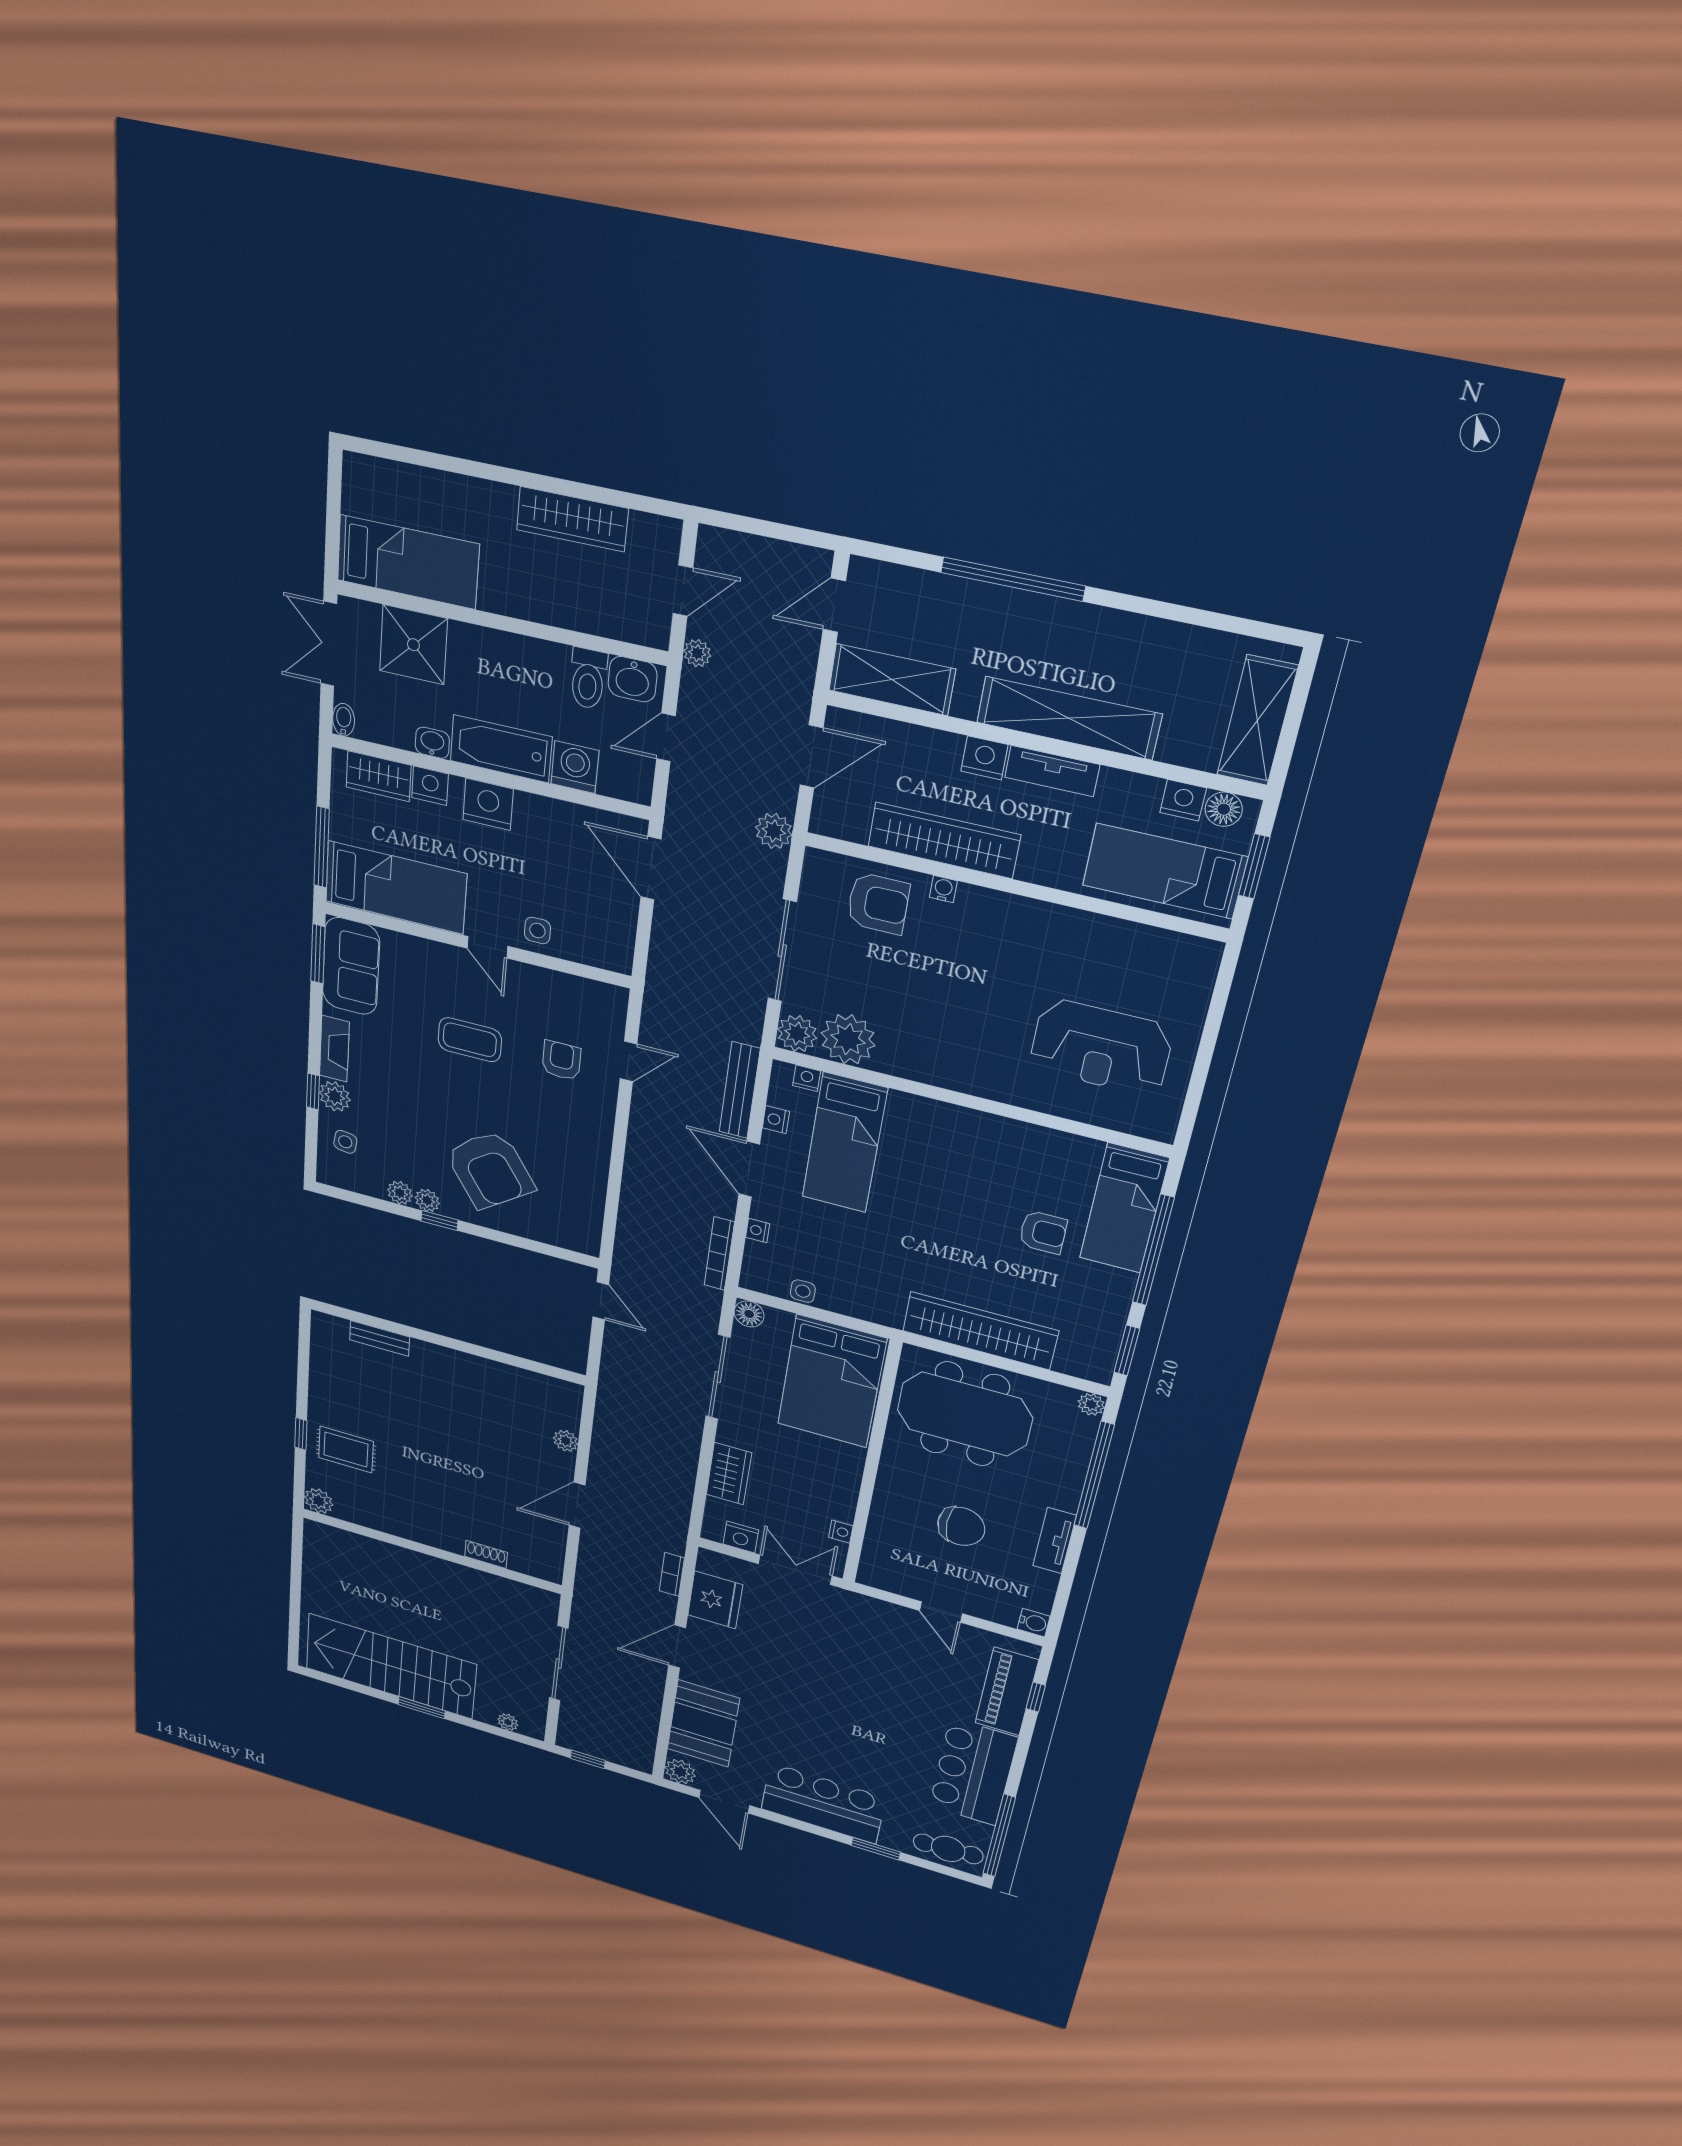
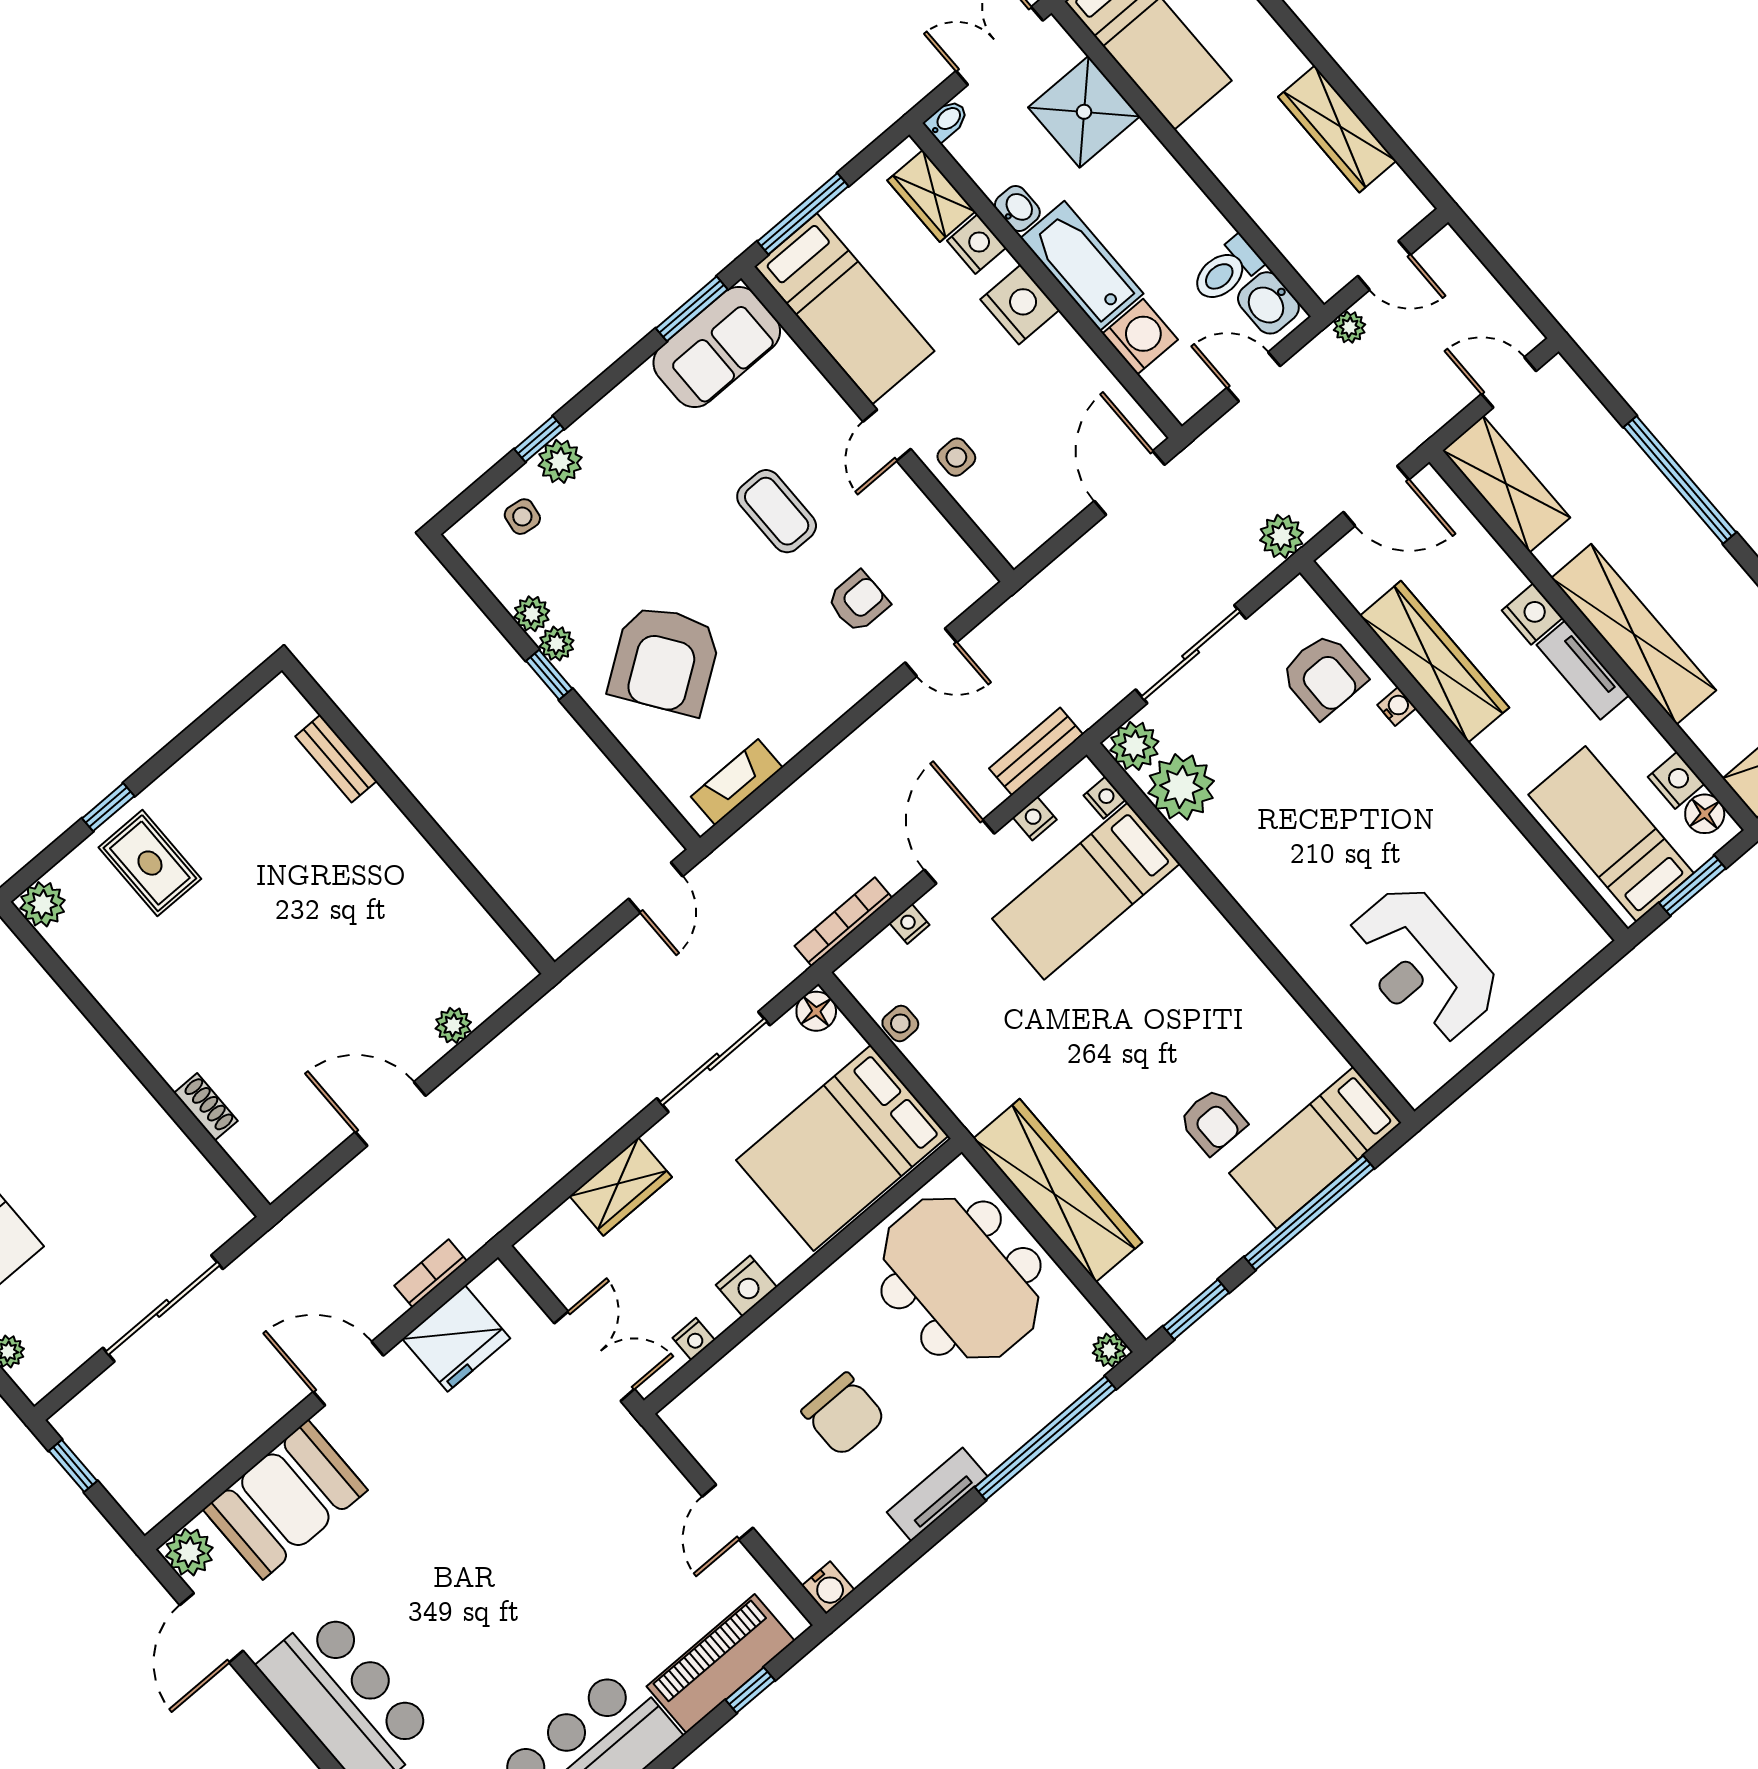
fireplace: (334, 1049) -> (737, 782), moved, turned 180
bench: (740, 1090) -> (1036, 751), width x0.73
nightstand: (741, 1537) -> (746, 1286), moved, turned -90

